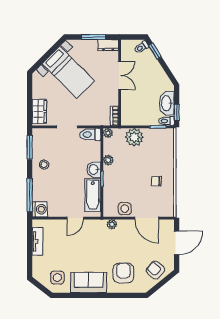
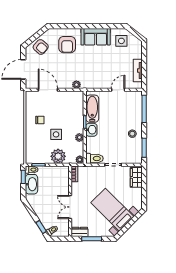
washing machine: (40, 209) -> (136, 97), removed
side table: (125, 209) -> (56, 134), moved
door: (75, 218) -> (118, 90), moved

